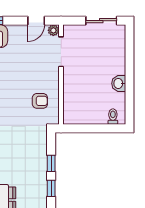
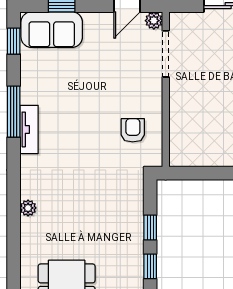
armchair: (40, 101) -> (133, 130), turned -90

